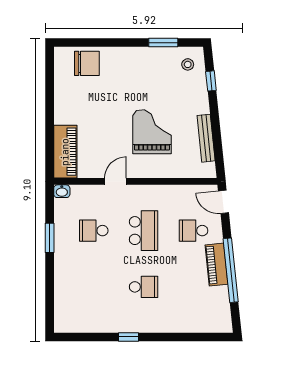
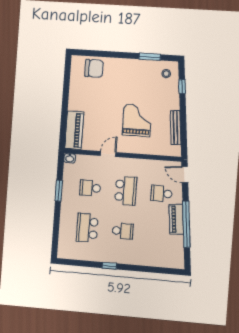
school desk: (94, 287) -> (87, 228), added

